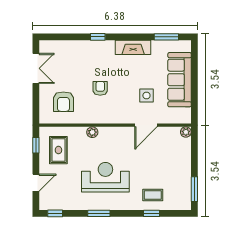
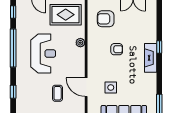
fireplace: (133, 47) -> (151, 58), moved
rug: (58, 150) -> (66, 15), width x1.36, depth x1.43
coffee table: (153, 195) -> (58, 93), moved
window: (99, 213) -> (13, 48), width x2.11

